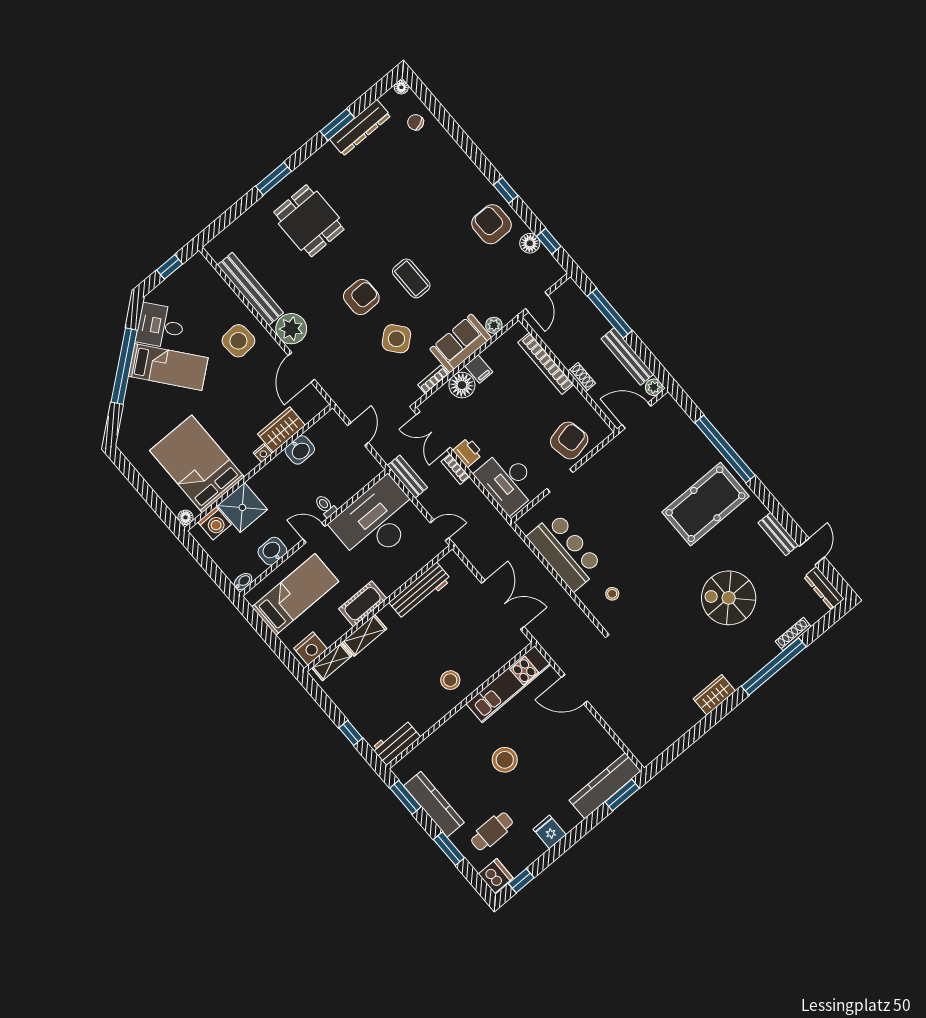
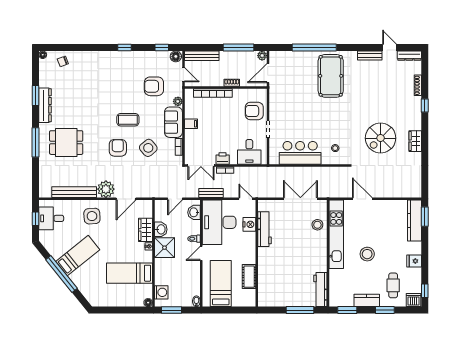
dresser: (360, 128) -> (45, 105), moved
window: (274, 179) -> (35, 142), width x1.44
armchair: (492, 224) -> (154, 86), moved
floor lamp: (530, 243) -> (176, 56), moved
window: (610, 313) -> (238, 48), moved
desk: (160, 326) -> (51, 218), moved, turned 39
bench: (627, 356) -> (202, 56), moved
door: (301, 367) -> (126, 199), hinge flipped
floor lamp: (462, 385) -> (192, 137), removed
door: (358, 434) -> (175, 199), swing flipped
armchair: (569, 441) -> (254, 111), turned -78
bed: (197, 464) -> (129, 273), width x0.67
desk: (508, 481) -> (249, 152), width x0.73
shower: (242, 507) -> (165, 248), moved
door: (440, 530) -> (246, 199), hinge flipped
washbasin: (272, 551) -> (194, 212), moved
window: (202, 558) -> (171, 310), added
spiral stairs: (729, 598) -> (381, 138), moved
cot: (363, 604) -> (249, 277), moved
shelving: (364, 635) -> (263, 269), removed
nightstand: (310, 649) -> (249, 224), moved
shelving: (332, 662) -> (263, 292), removed
window: (774, 667) -> (425, 105), width x0.32
stool: (450, 680) -> (317, 225), moved
kitchen unit: (508, 684) -> (336, 234), width x1.36
door: (574, 689) -> (362, 199), swing flipped
window: (351, 733) -> (300, 310), width x2.17
workbench: (396, 742) -> (320, 289), width x1.38
kitchen counter: (434, 804) -> (367, 300), width x0.67

